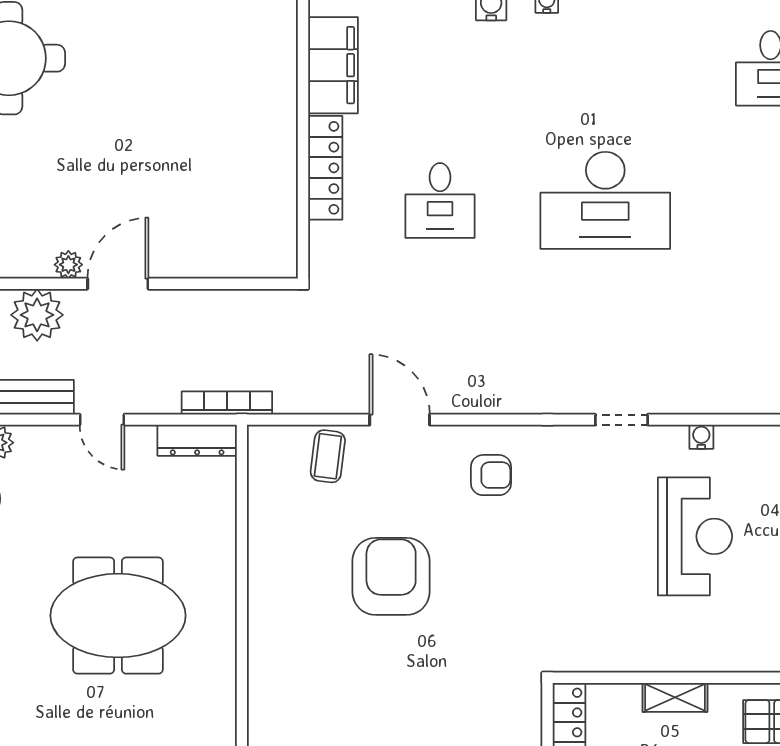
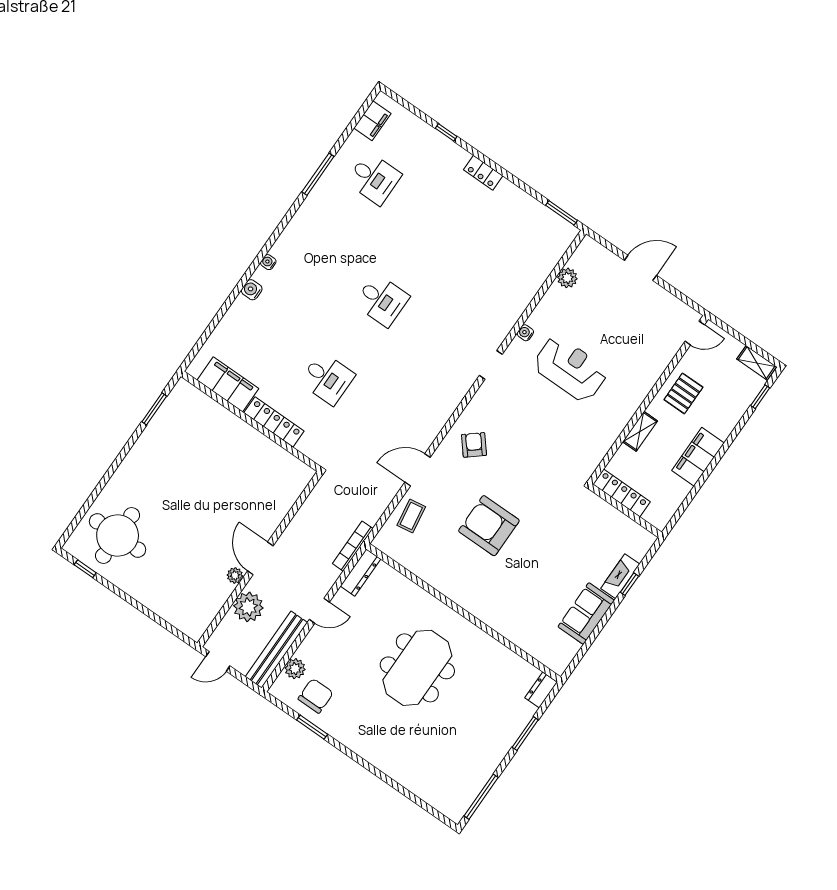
desk: (605, 200) -> (382, 300), width x0.53, depth x0.77
coffee table: (328, 456) -> (411, 516), turned 74
armchair: (491, 475) -> (474, 445), turned -40

